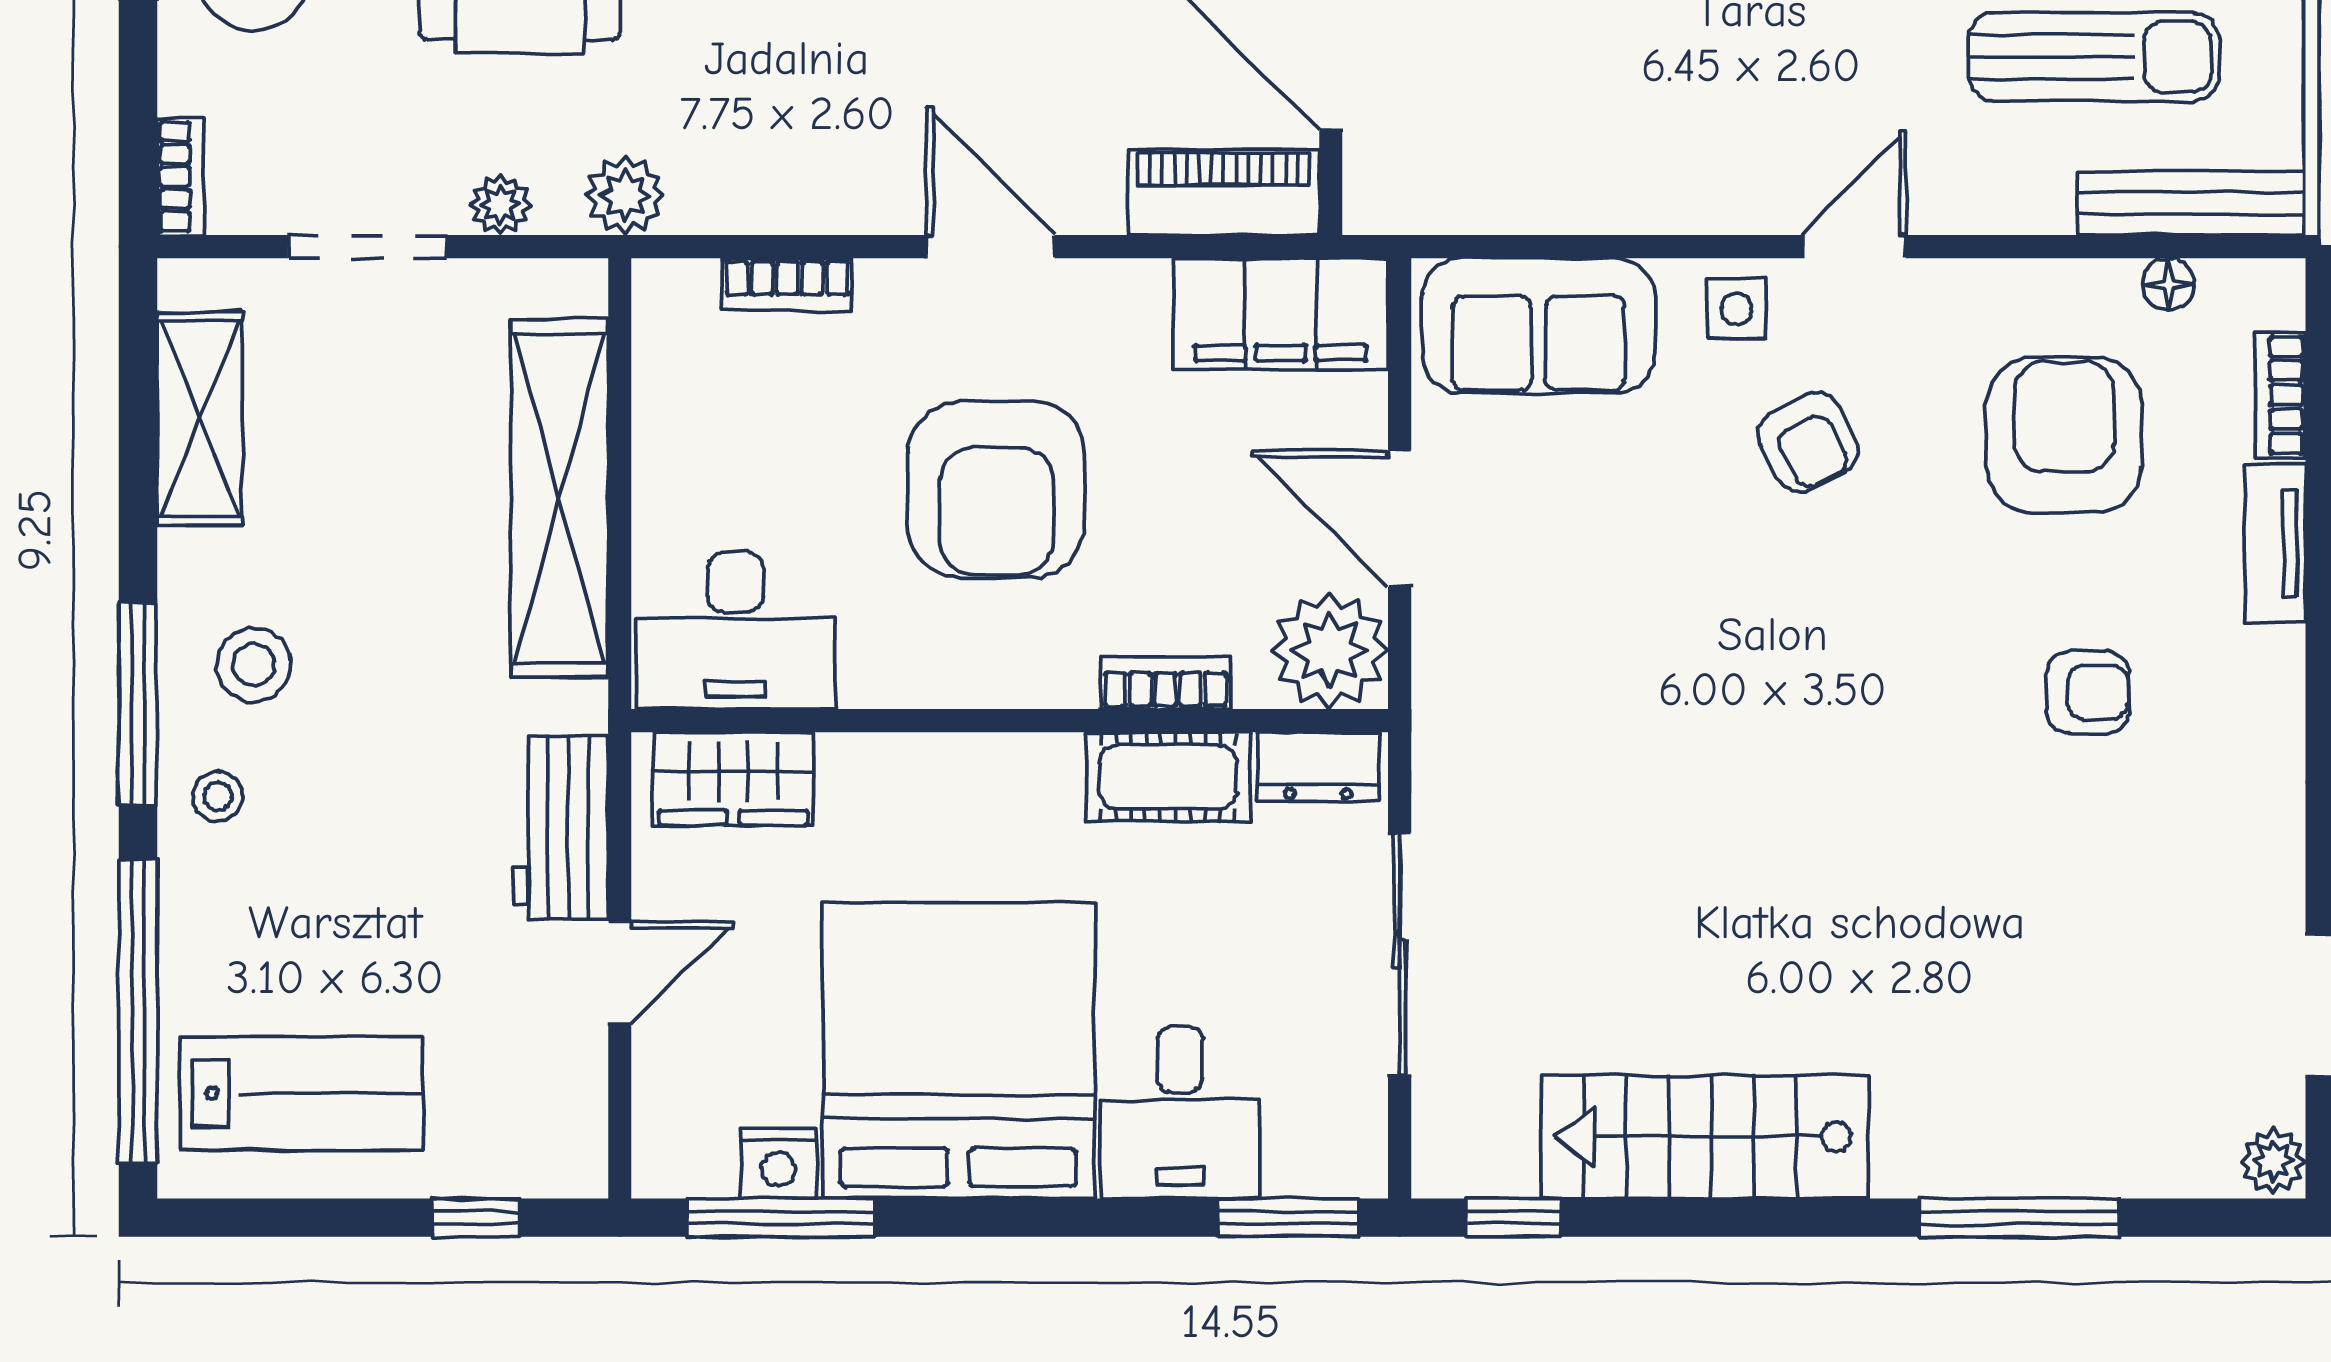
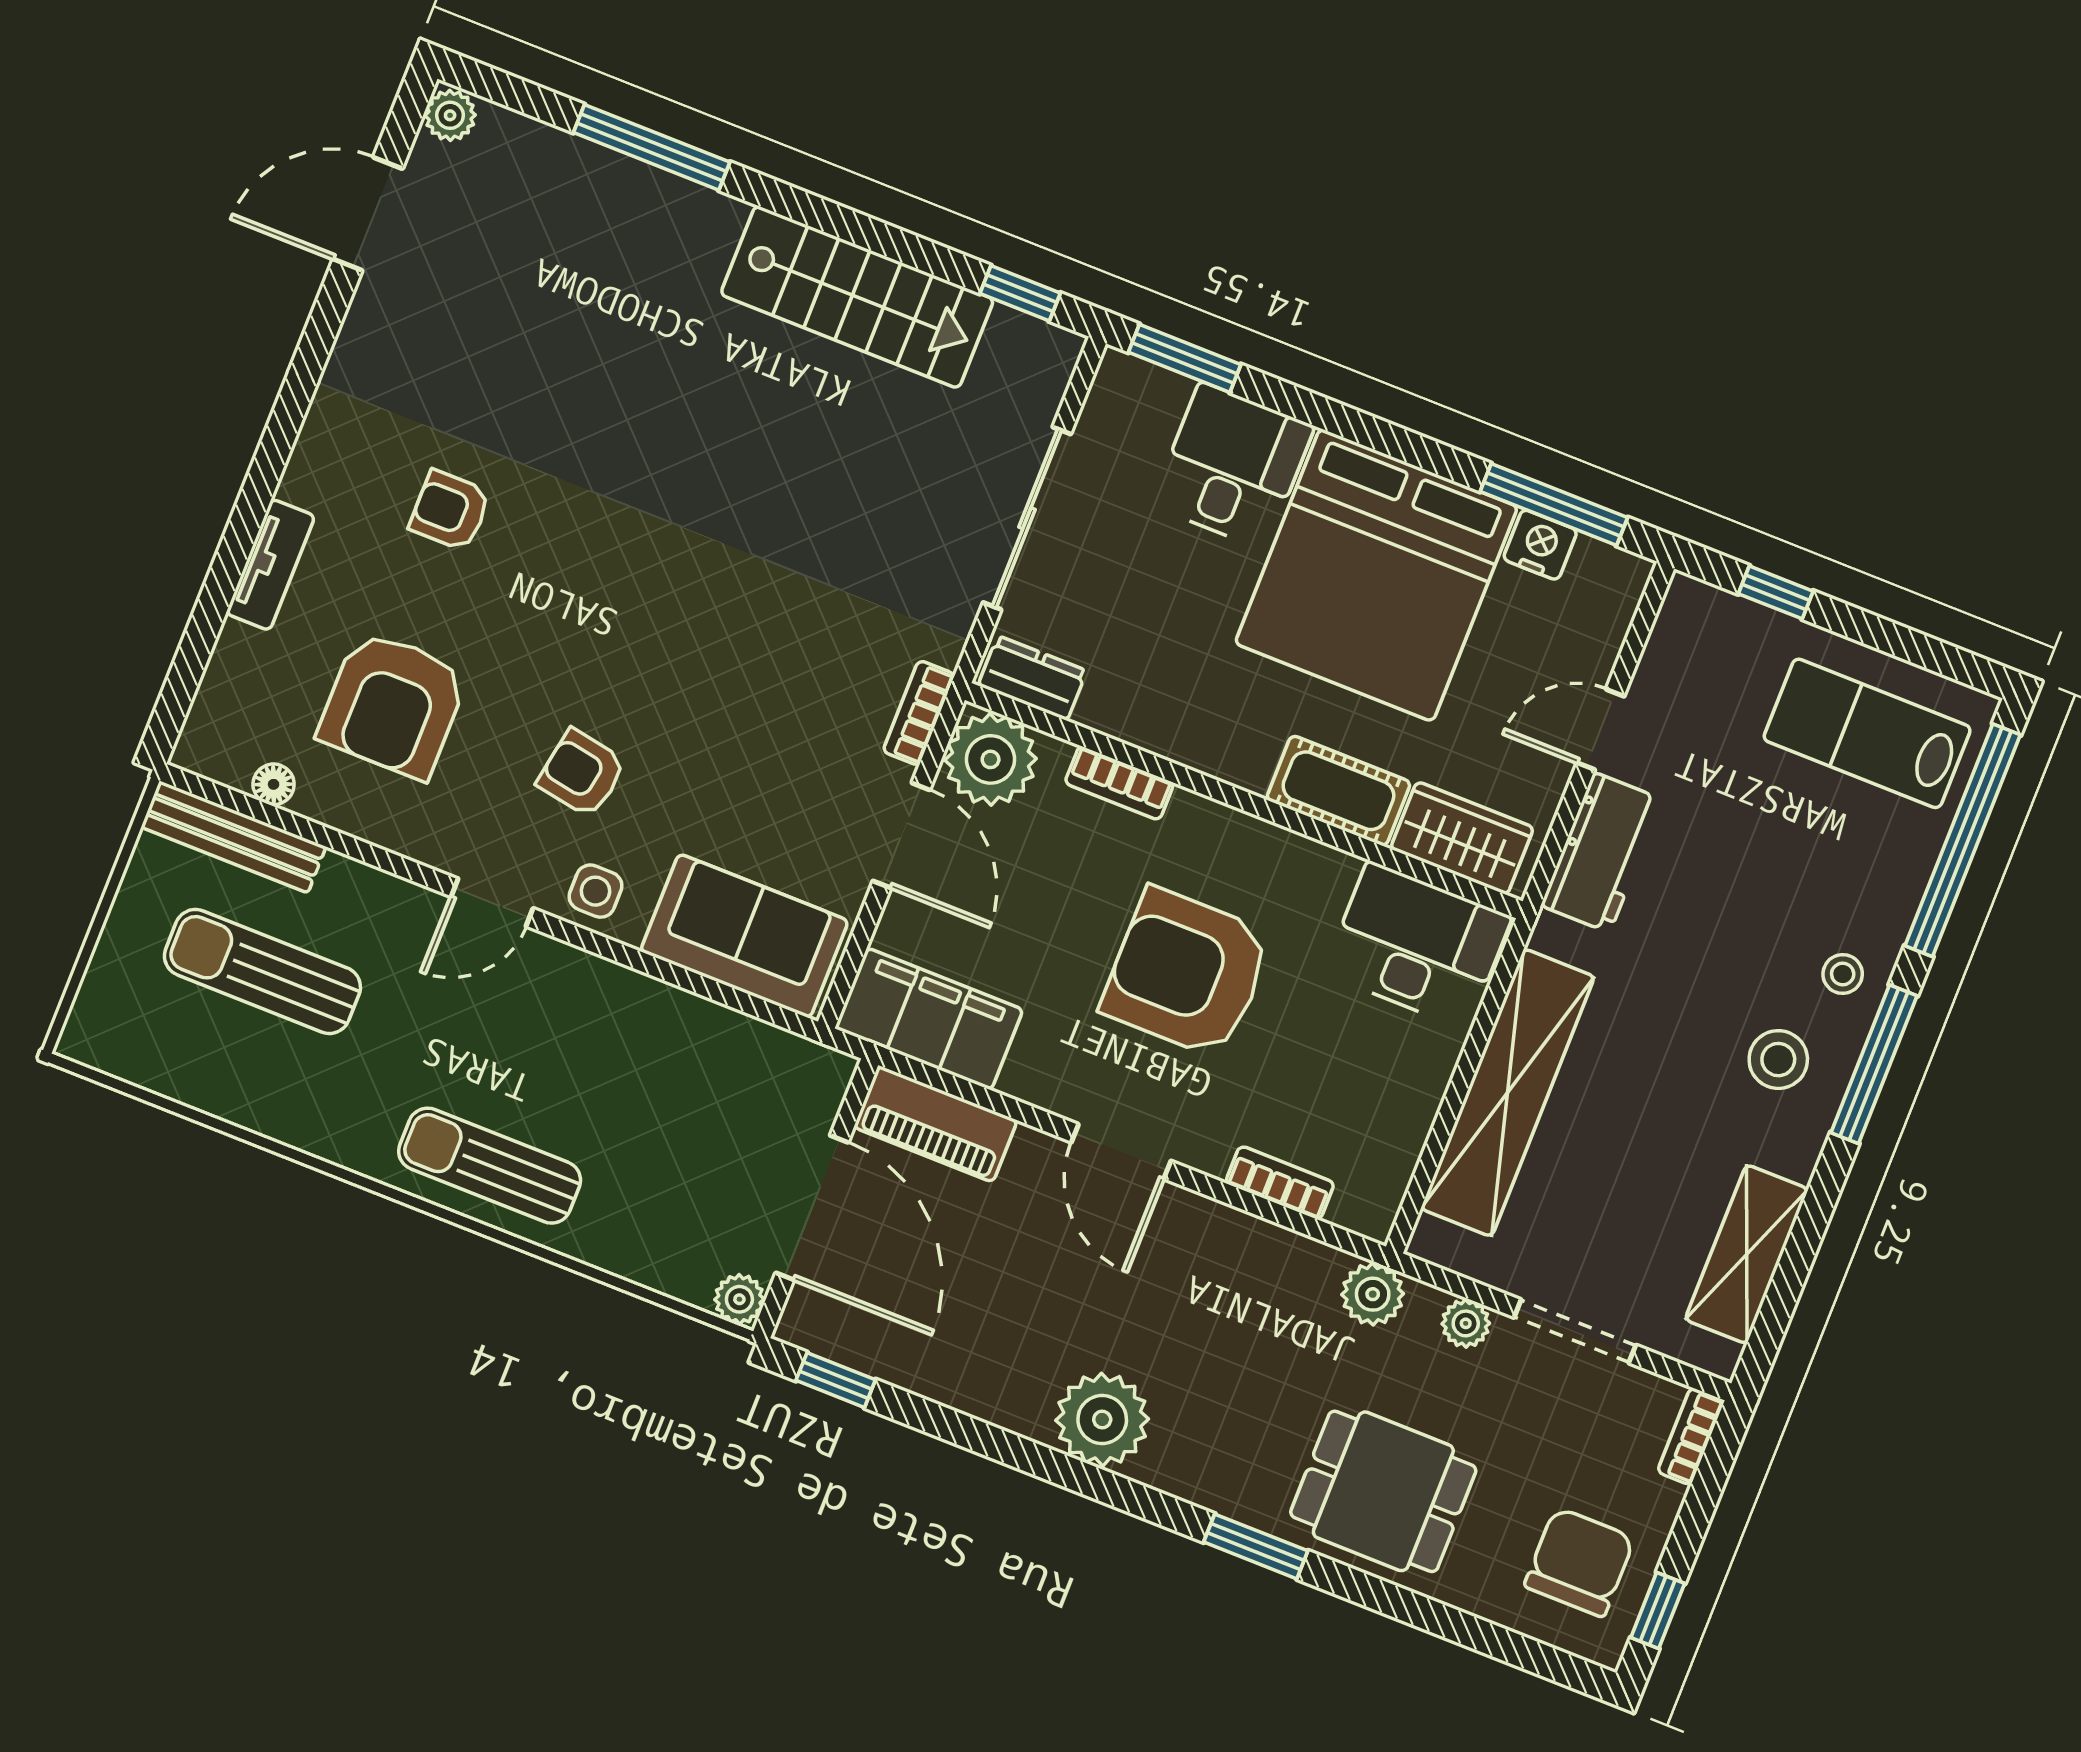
bookcase: (2280, 395) -> (919, 713), moved, turned 180
armchair: (1808, 442) -> (582, 773), turned -52
armchair: (996, 490) -> (1187, 973), turned -90
cot: (1168, 777) -> (1338, 791), moved

